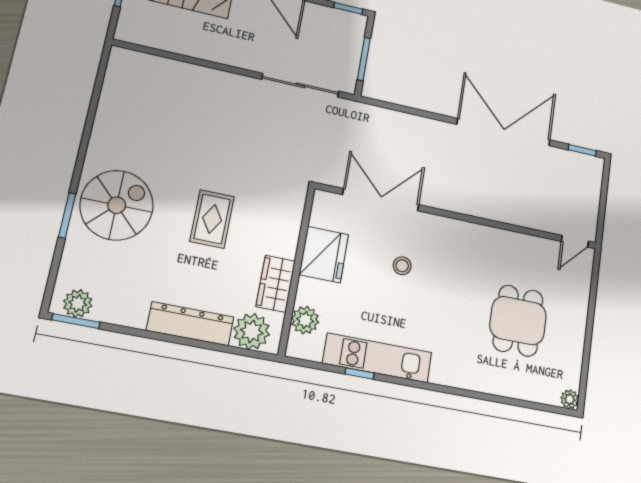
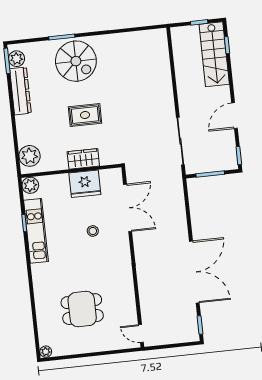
wardrobe: (276, 284) -> (83, 159), moved
plant: (305, 320) -> (30, 185), moved
dresser: (190, 324) -> (20, 91), moved

